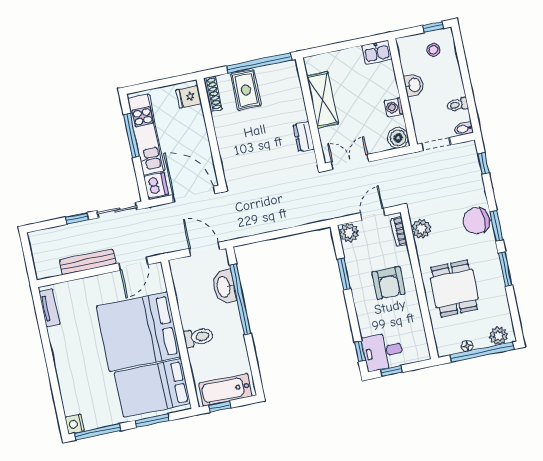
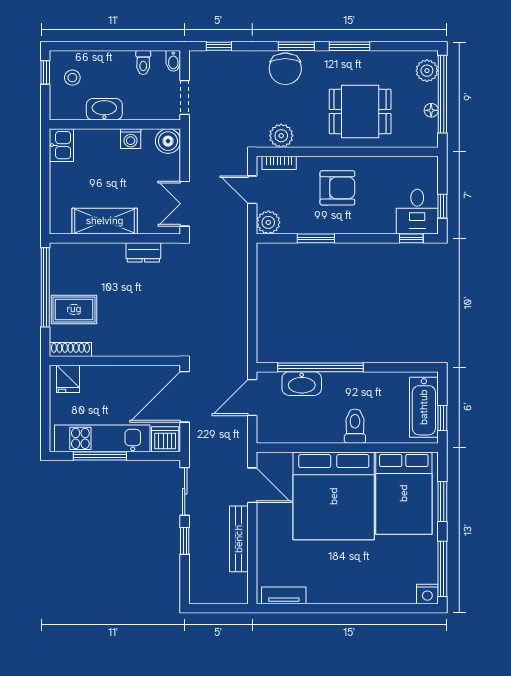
washbasin: (414, 85) -> (104, 109), width x1.38

